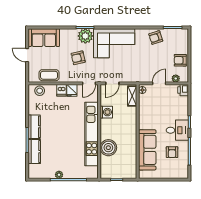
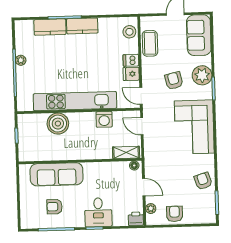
plant: (85, 36) -> (202, 75), moved
desk: (177, 130) -> (98, 212), moved

